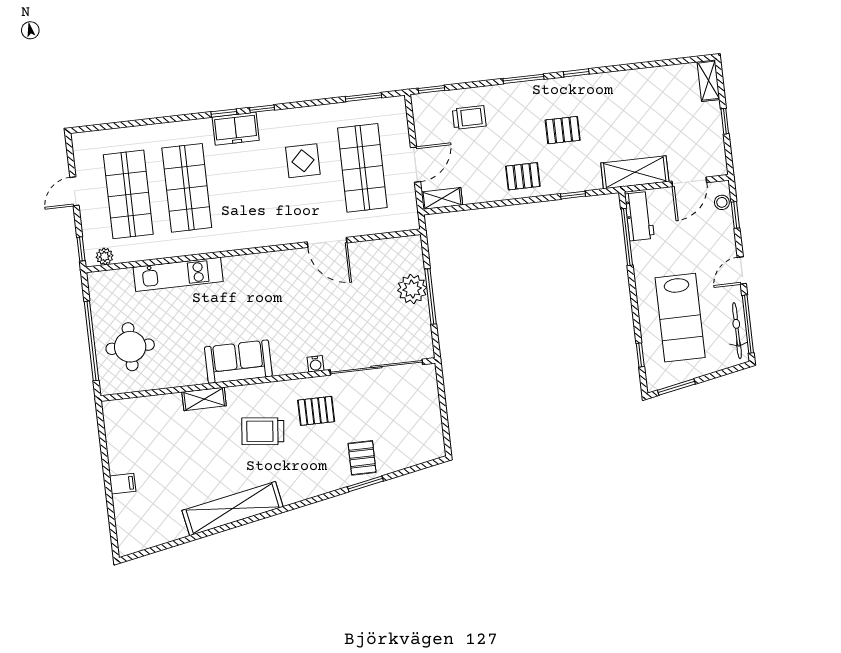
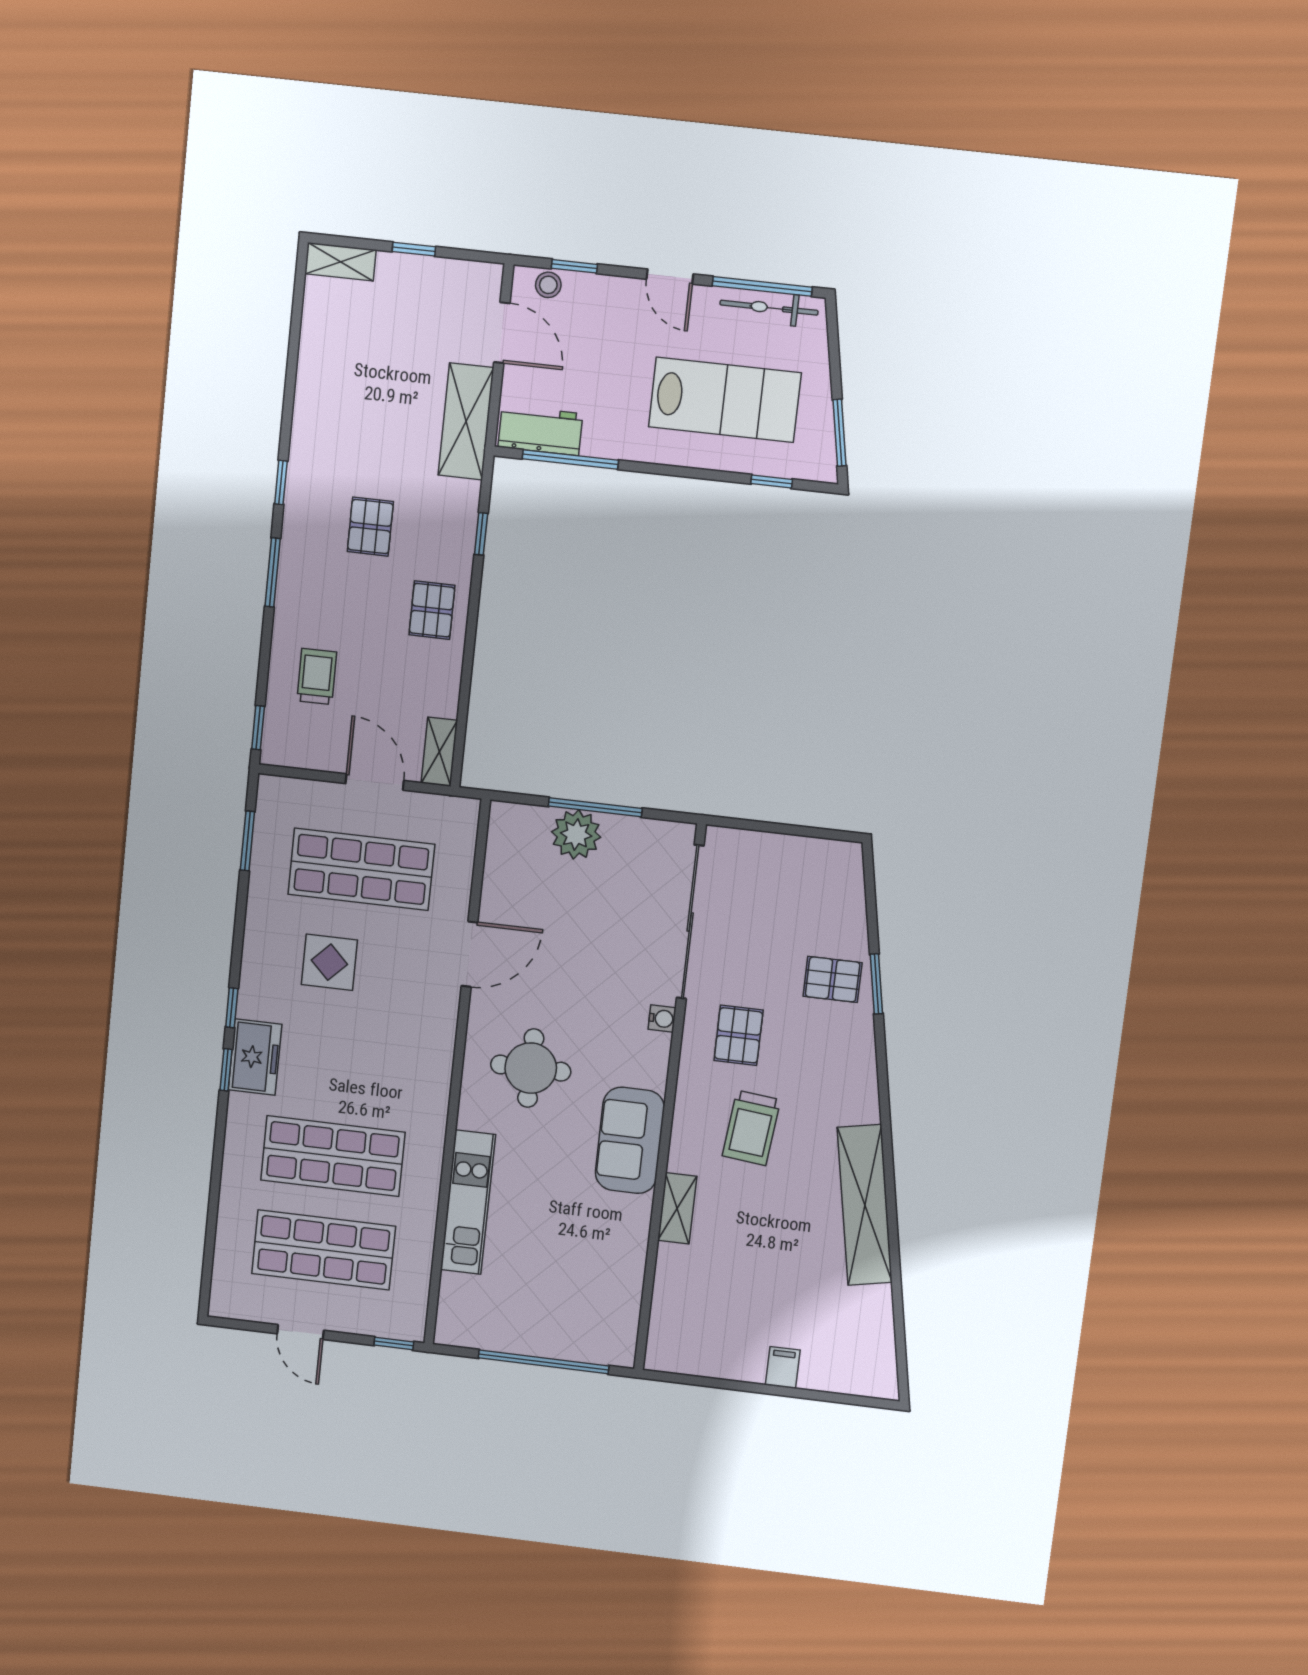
plant: (104, 256) -> (414, 1310), removed
round table: (130, 347) -> (531, 1068), moved

